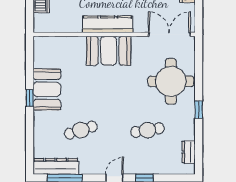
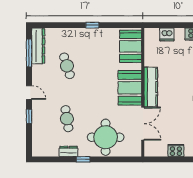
double door: (169, 34) -> (143, 124), moved
booth: (47, 89) -> (131, 46), moved, turned 90
dresser: (189, 152) -> (69, 151), moved

